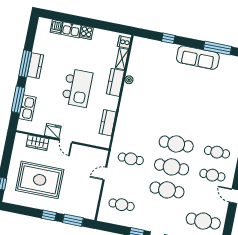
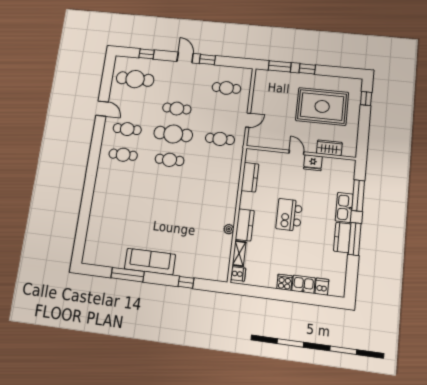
kitchen island: (77, 88) -> (289, 215), width x0.73, depth x0.78
kitchen sink: (27, 108) -> (344, 207), moved
cafe table: (176, 144) -> (170, 160), width x0.73, depth x0.74
cafe table: (167, 190) -> (177, 109), width x0.73, depth x0.74

